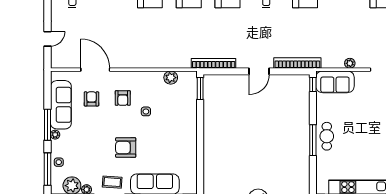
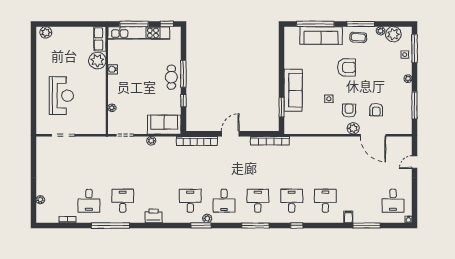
plant: (171, 78) -> (353, 128), moved
window: (313, 85) -> (183, 101), moved
window: (200, 89) -> (282, 107), moved
sofa: (61, 105) -> (293, 90), moved, turned 180
window: (48, 125) -> (415, 105), moved

